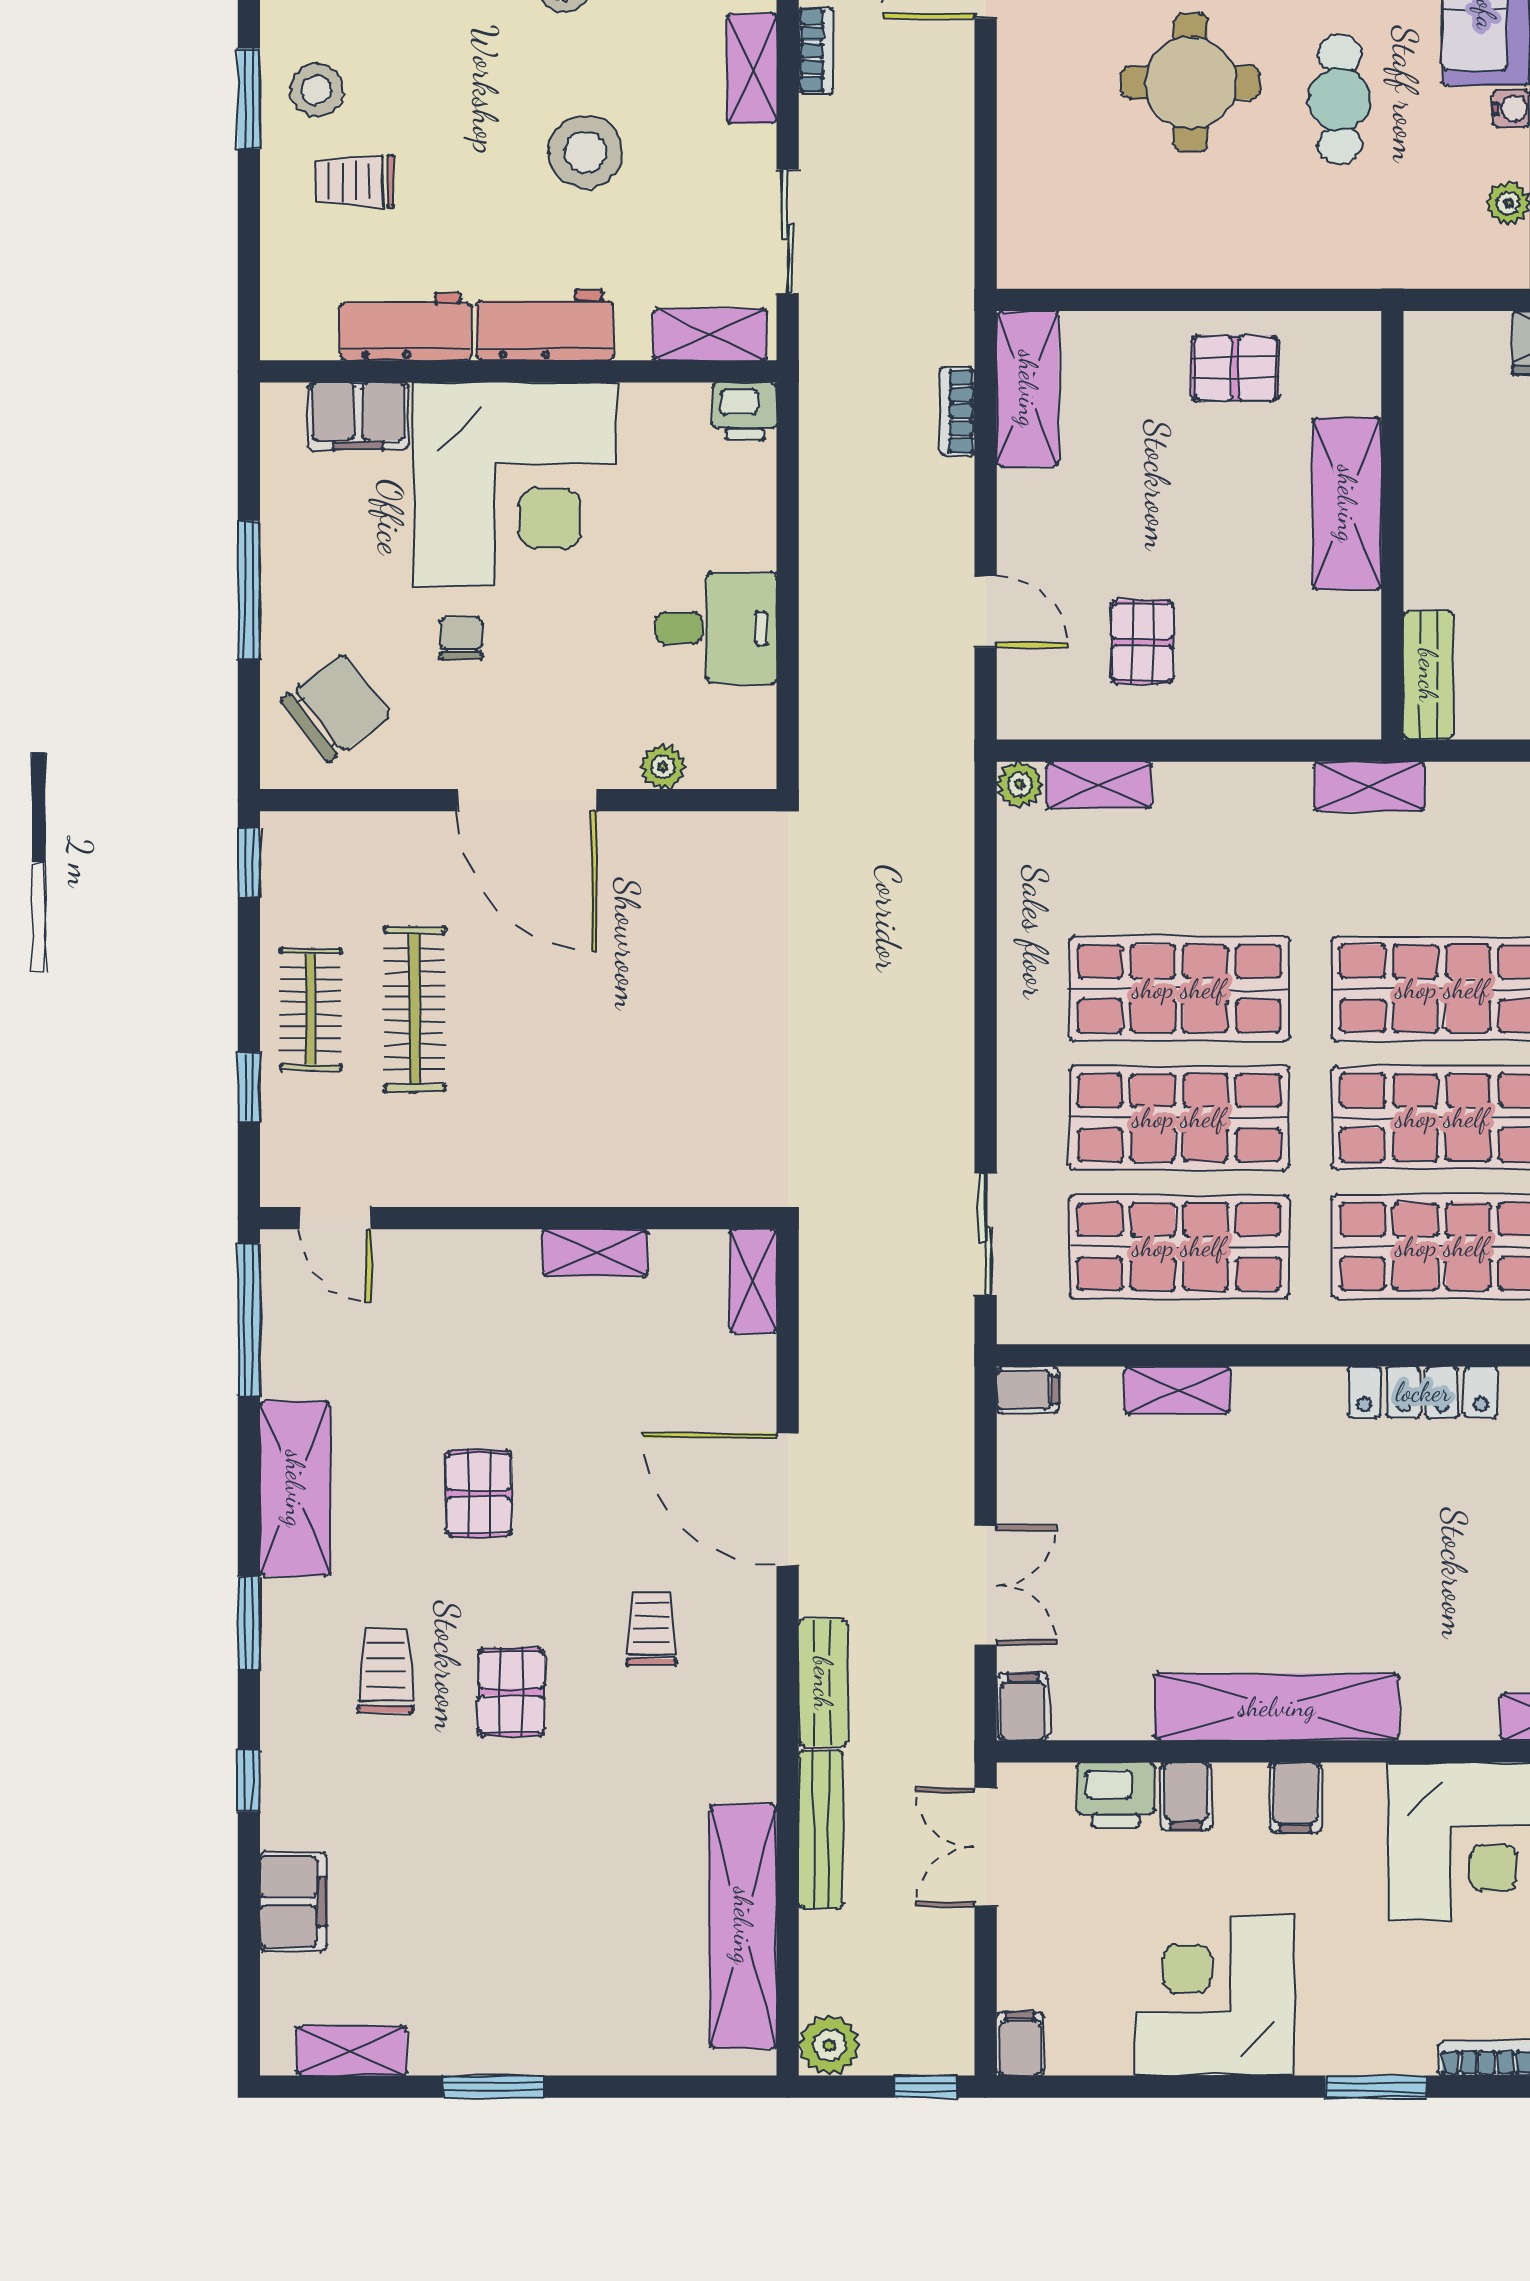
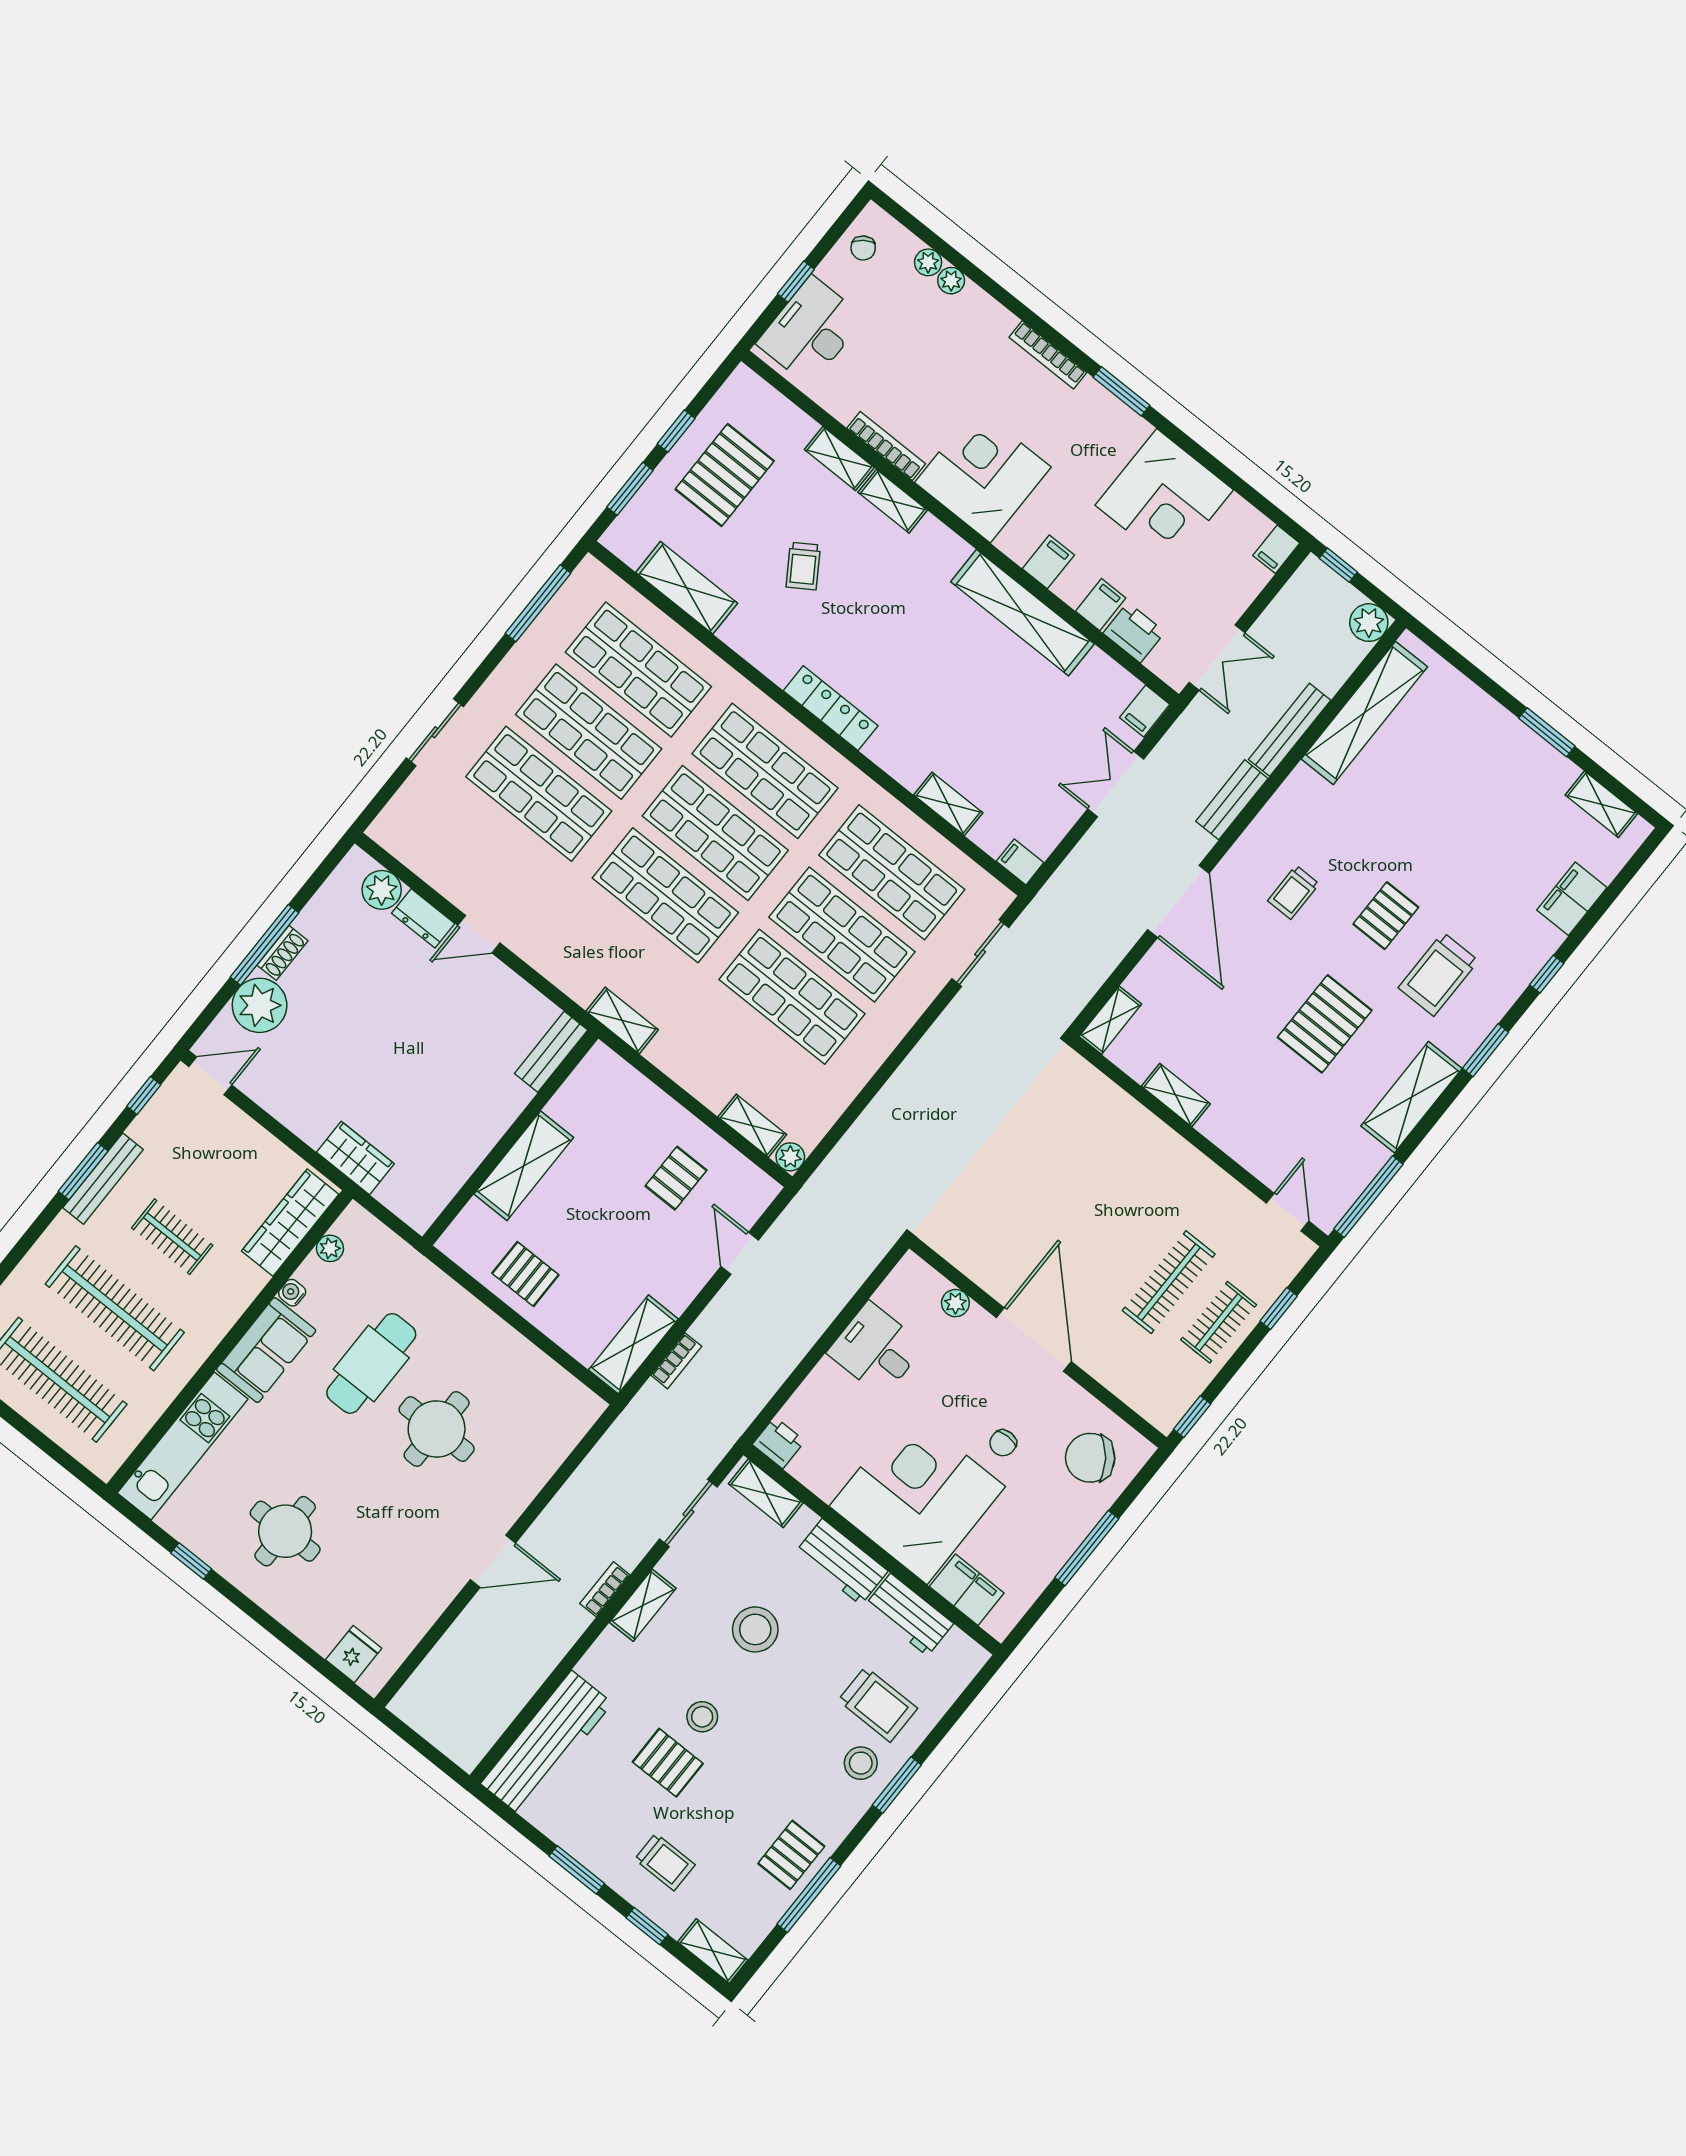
cafe table: (1340, 99) -> (371, 1363), width x1.37, depth x1.35
trolley: (355, 181) -> (878, 1704), width x1.36, depth x1.39
pallet: (479, 1493) -> (1325, 1024), width x1.50, depth x1.42
trolley: (385, 1671) -> (1438, 974), width x1.36, depth x1.39

